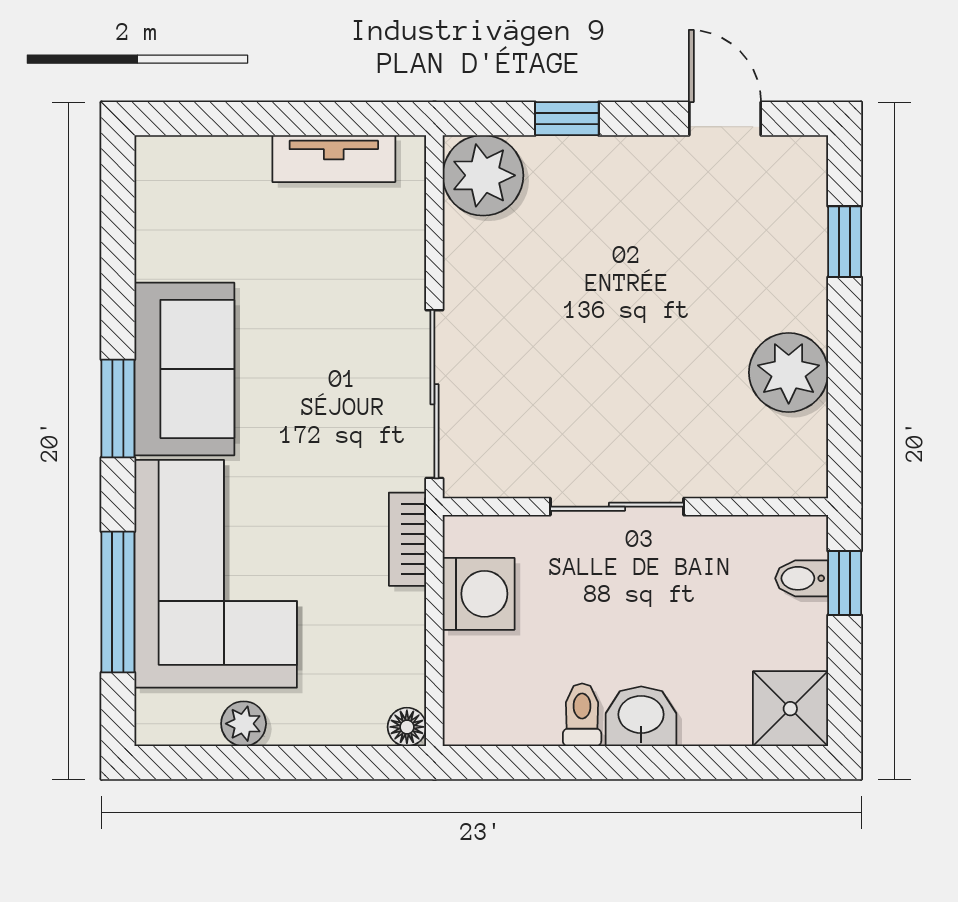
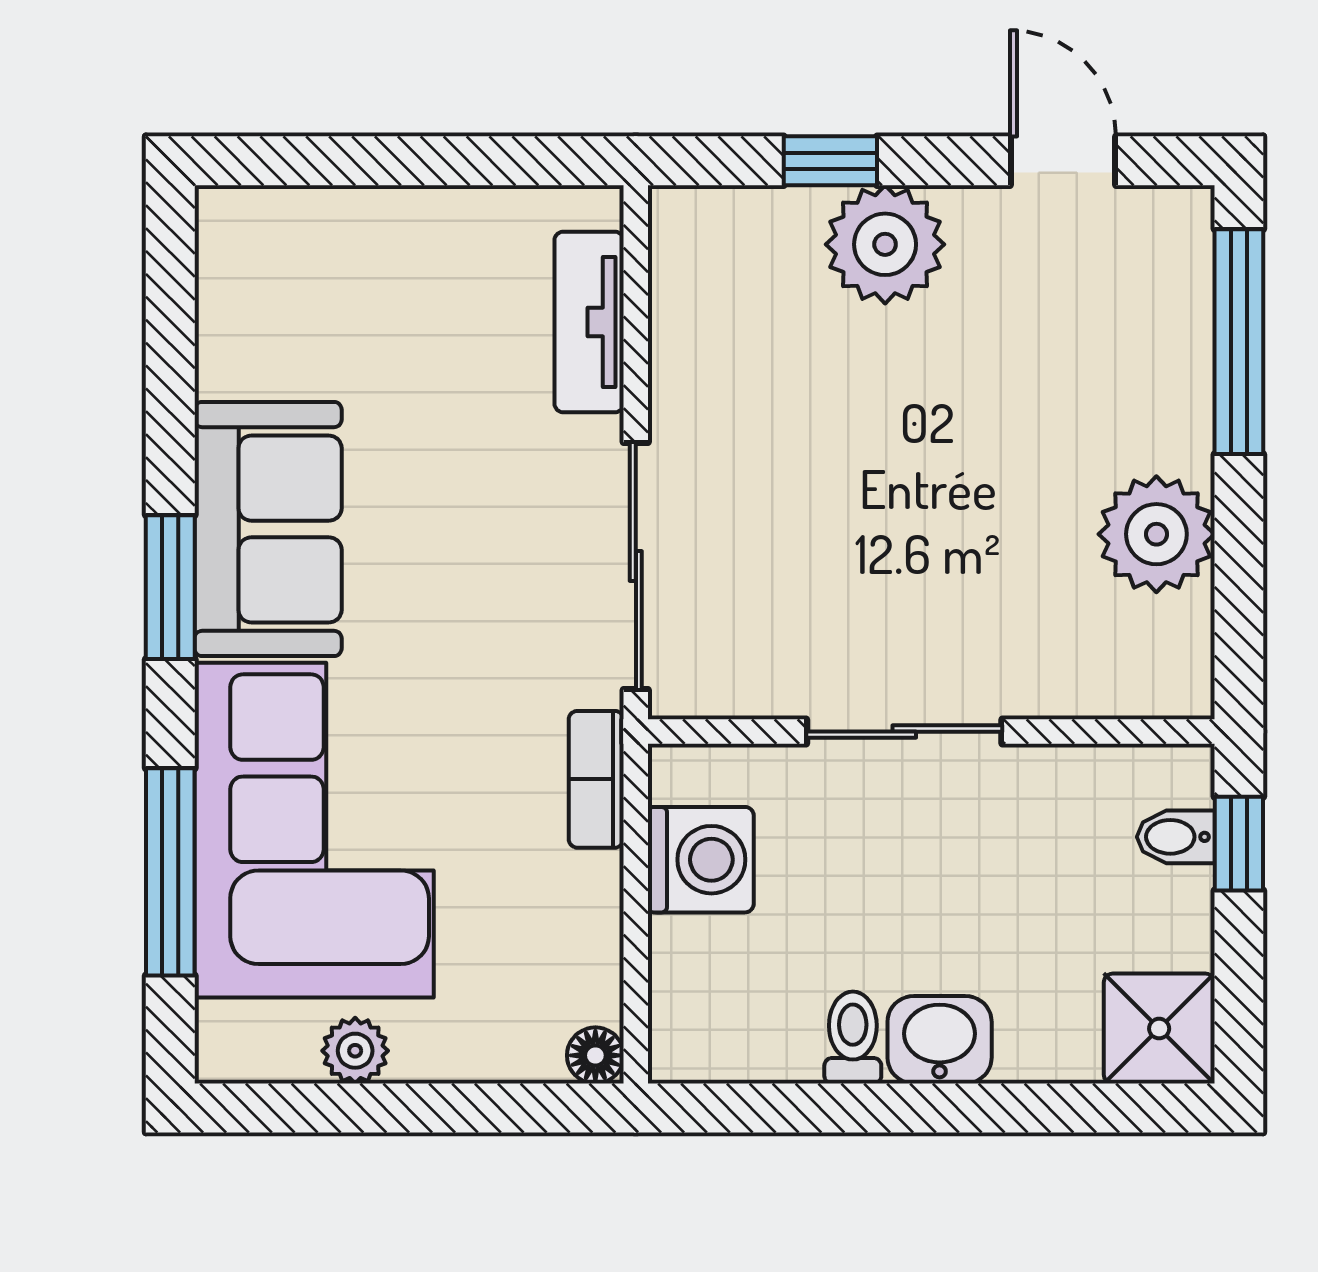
tv unit: (334, 159) -> (589, 322), moved, turned 90
plant: (483, 175) -> (885, 244), moved
window: (845, 242) -> (1239, 342), width x2.17

